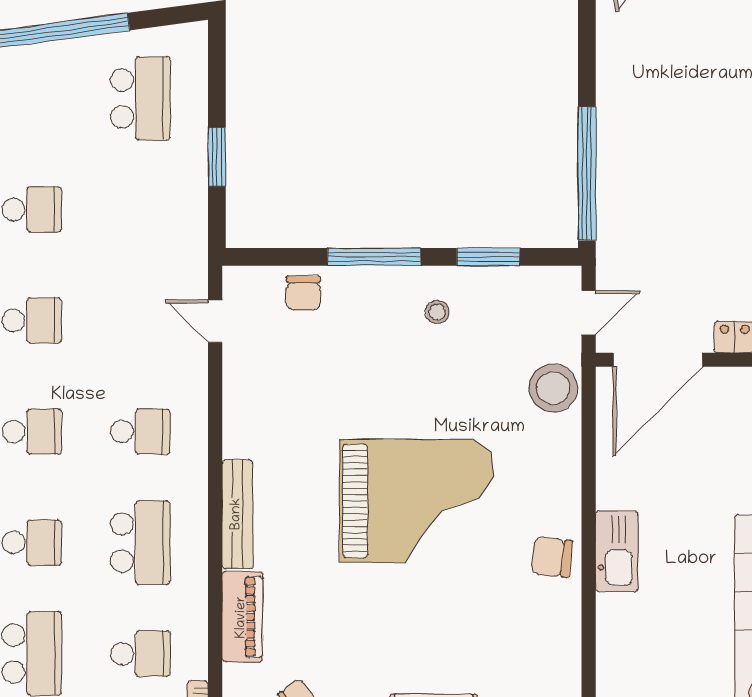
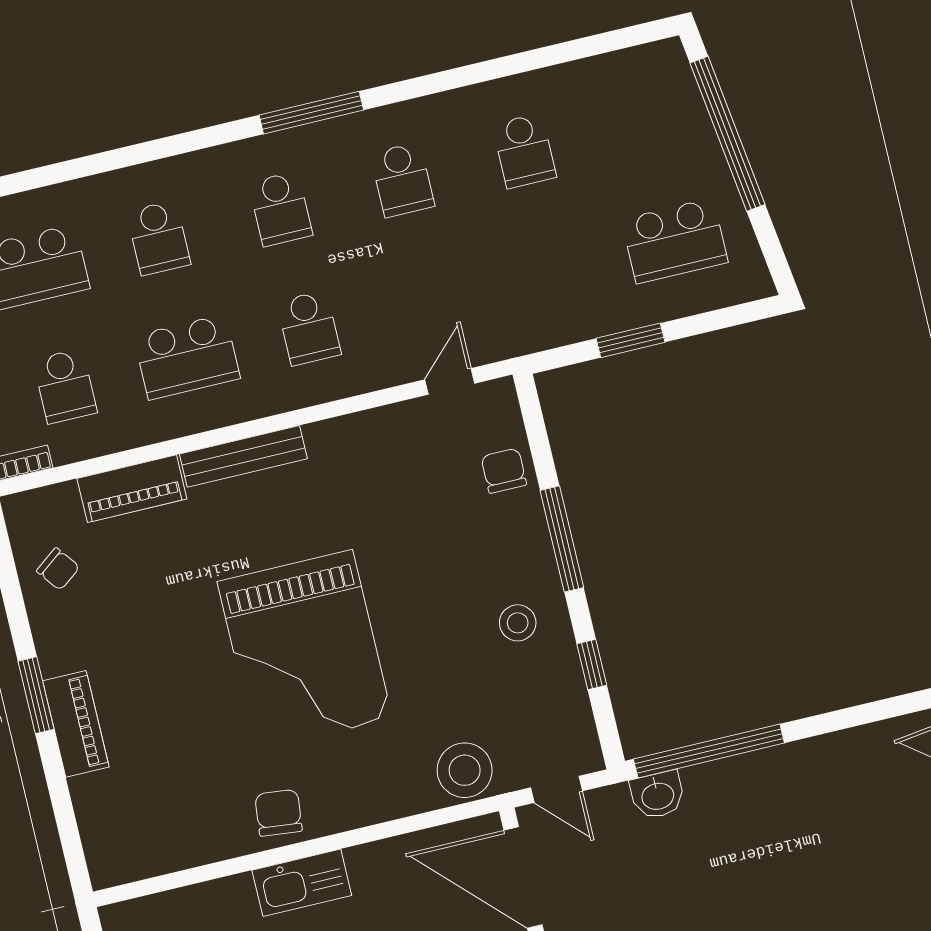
washbasin: (614, 227) -> (657, 795), added
window: (488, 257) -> (592, 665), width x0.67
chair: (303, 293) -> (504, 471), turned 90
stool: (437, 312) -> (518, 623), width x1.37, depth x1.37

